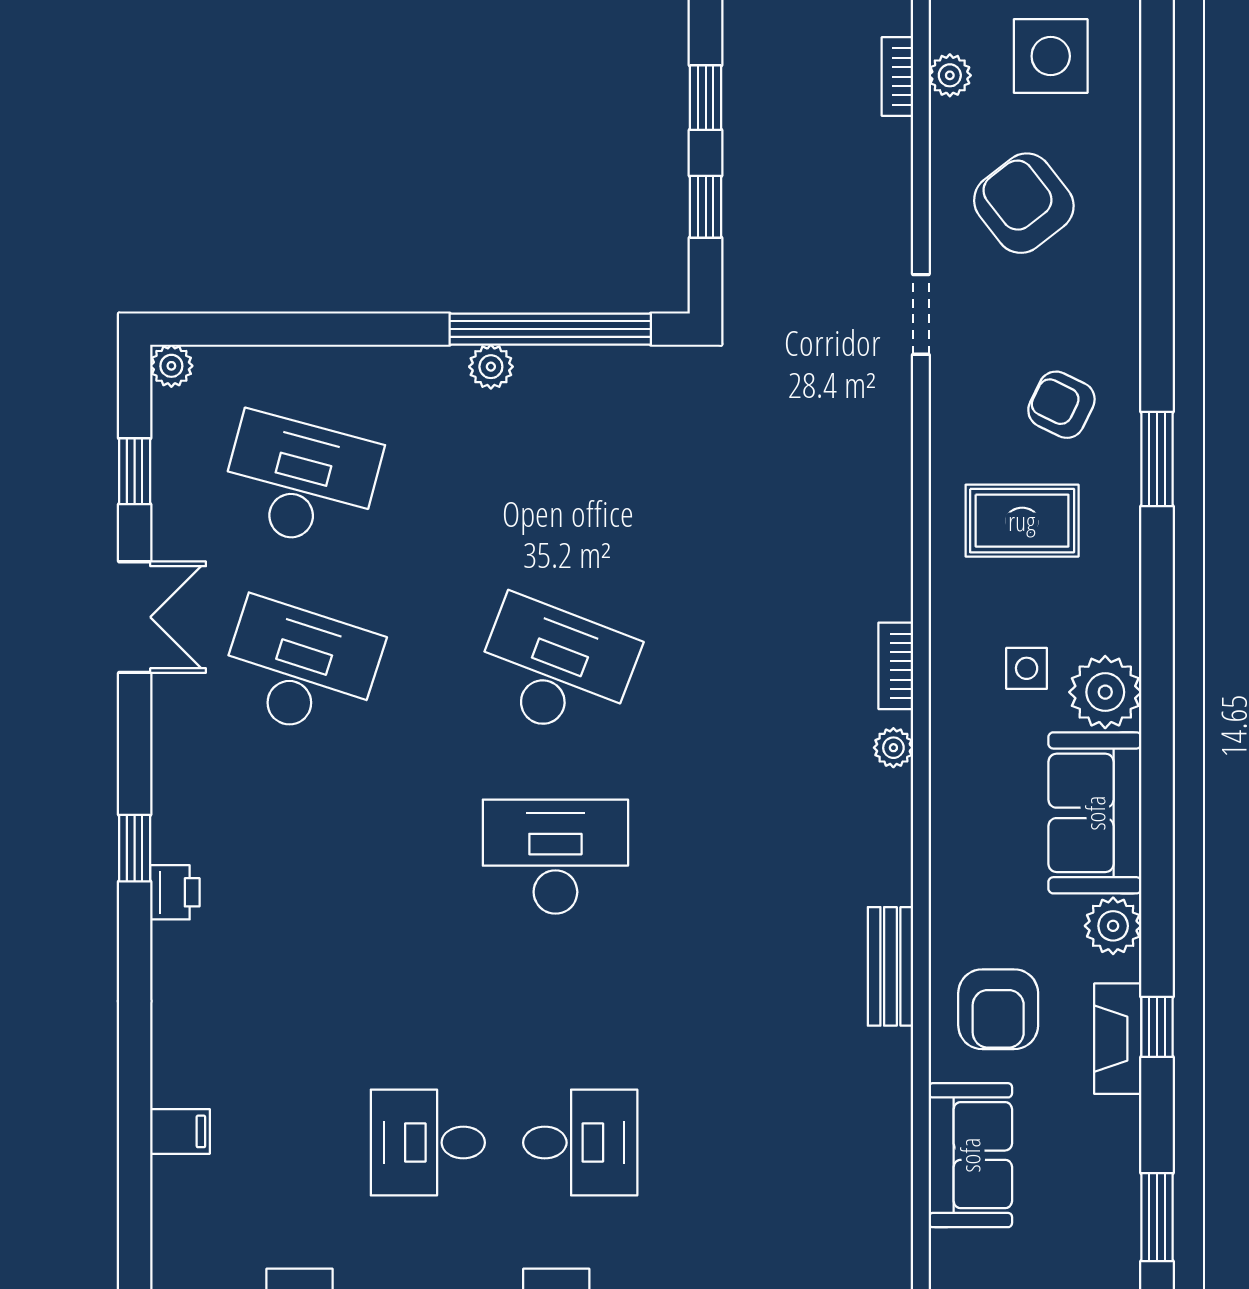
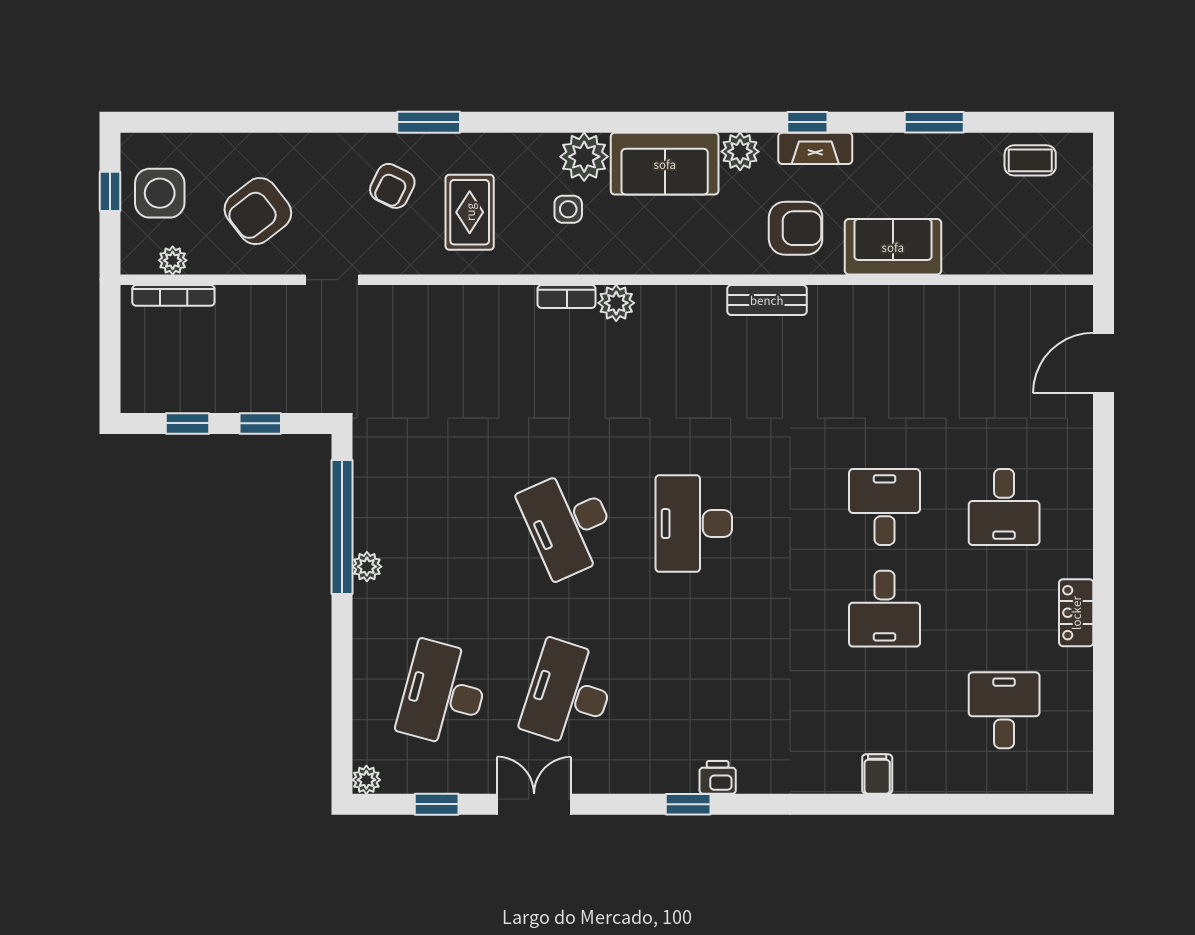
bookcase: (897, 77) -> (173, 295), width x1.56
desk: (555, 669) -> (569, 524), turned -45
plant: (893, 748) -> (616, 303), width x1.38, depth x1.38

